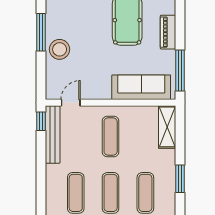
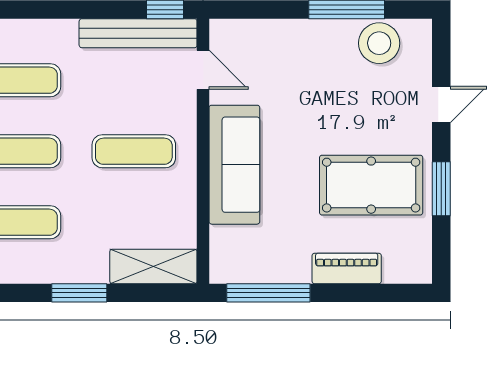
stool: (60, 49) -> (379, 43), moved
sofa: (141, 87) -> (234, 165), moved
window: (180, 179) -> (79, 293), moved

